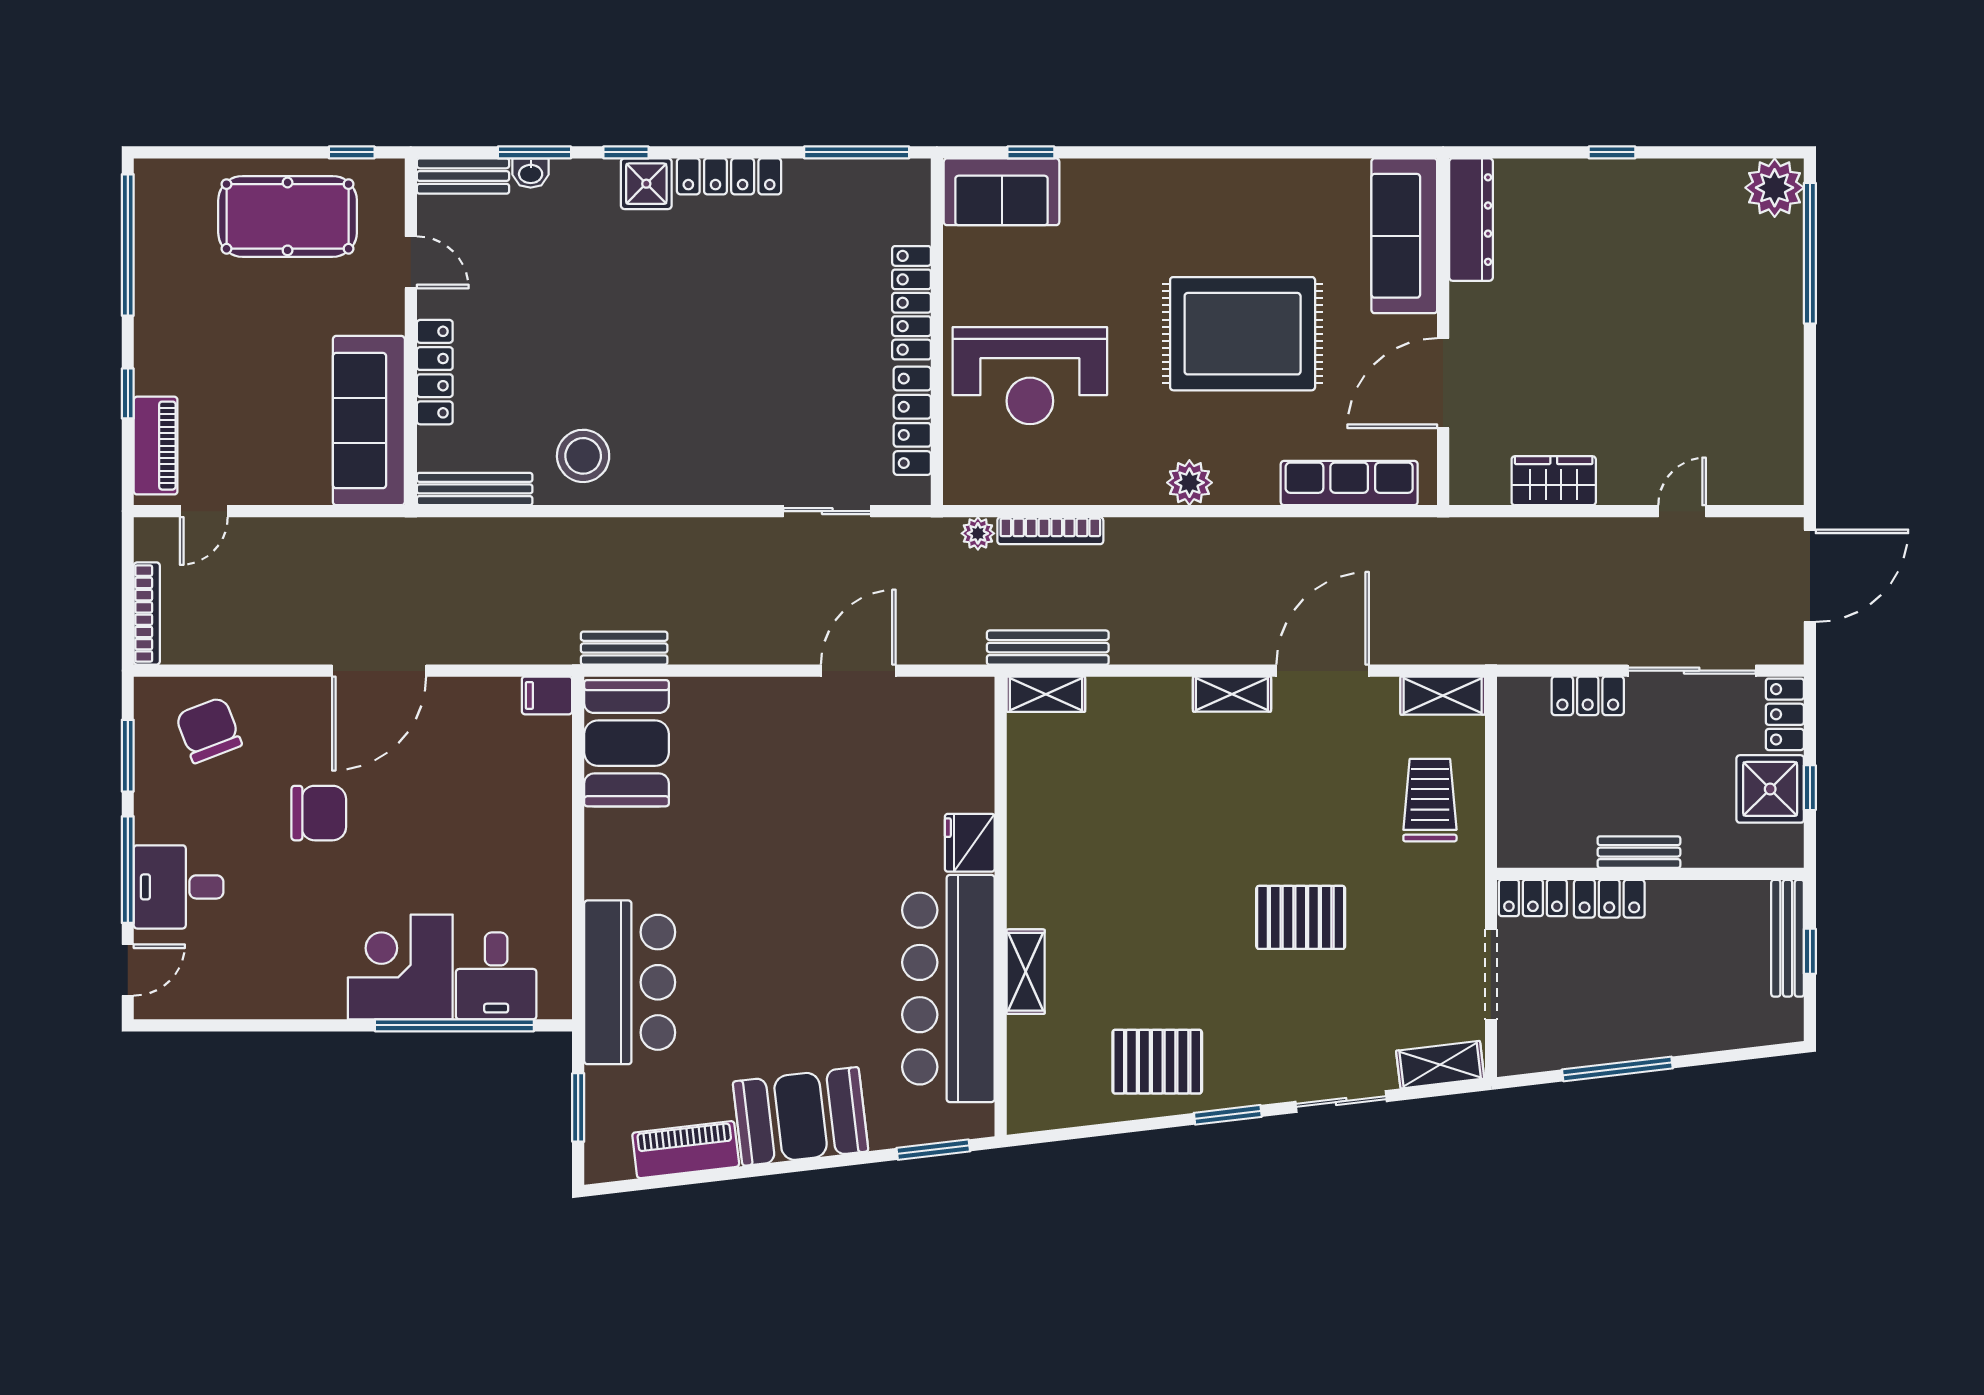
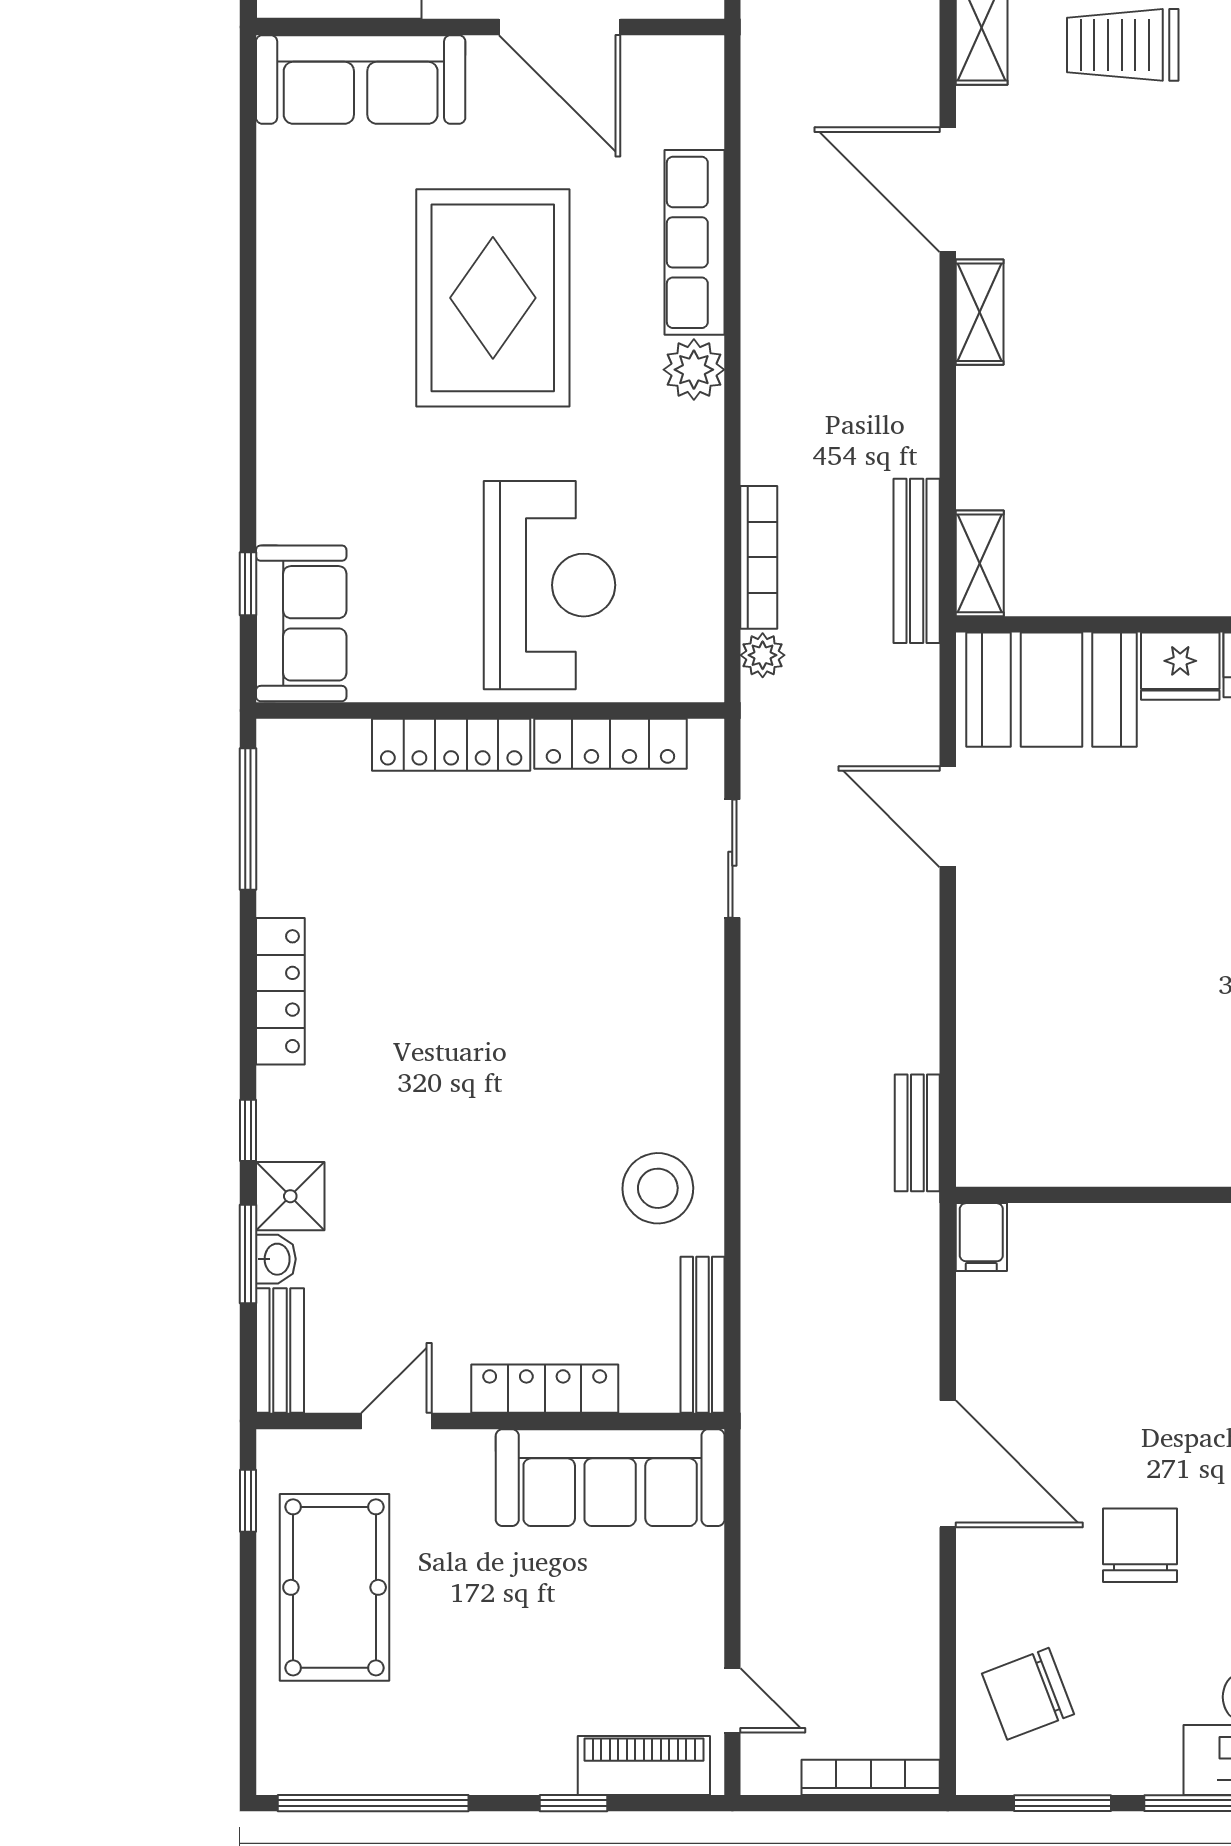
shower: (646, 184) -> (290, 1196), moved
row of seats: (1349, 483) -> (694, 242), moved
booth: (626, 743) -> (1052, 690), moved

